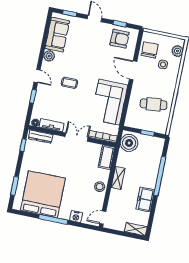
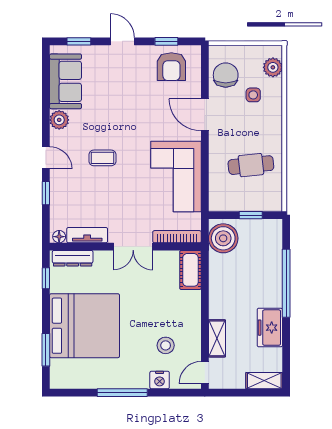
armchair: (120, 39) -> (171, 67), turned 90
double door: (77, 137) -> (133, 247), swing flipped
shelving: (118, 178) -> (217, 338), moved
stool: (100, 187) -> (166, 345), moved
bed: (43, 194) -> (84, 326), moved, turned 90

